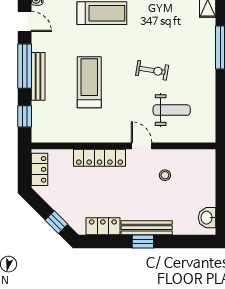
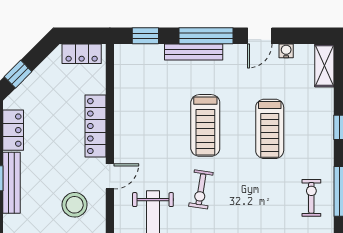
treadmill: (89, 82) -> (205, 125), moved, turned 90
stool: (165, 175) -> (75, 205), width x1.89, depth x1.89

